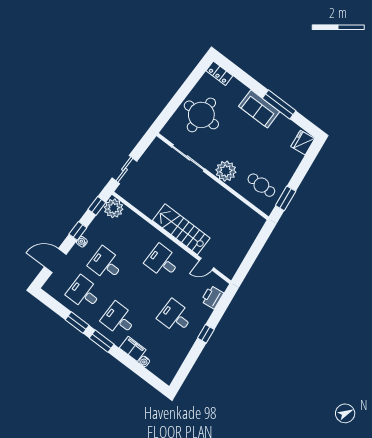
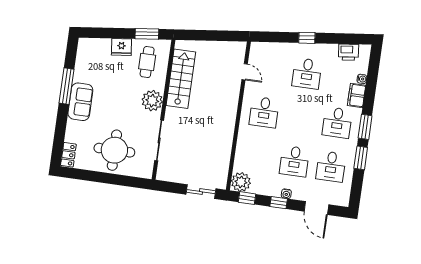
fridge: (303, 143) -> (121, 47), moved
stairs: (181, 229) -> (181, 79), moved, turned 180
printer: (212, 297) -> (349, 52), moved

